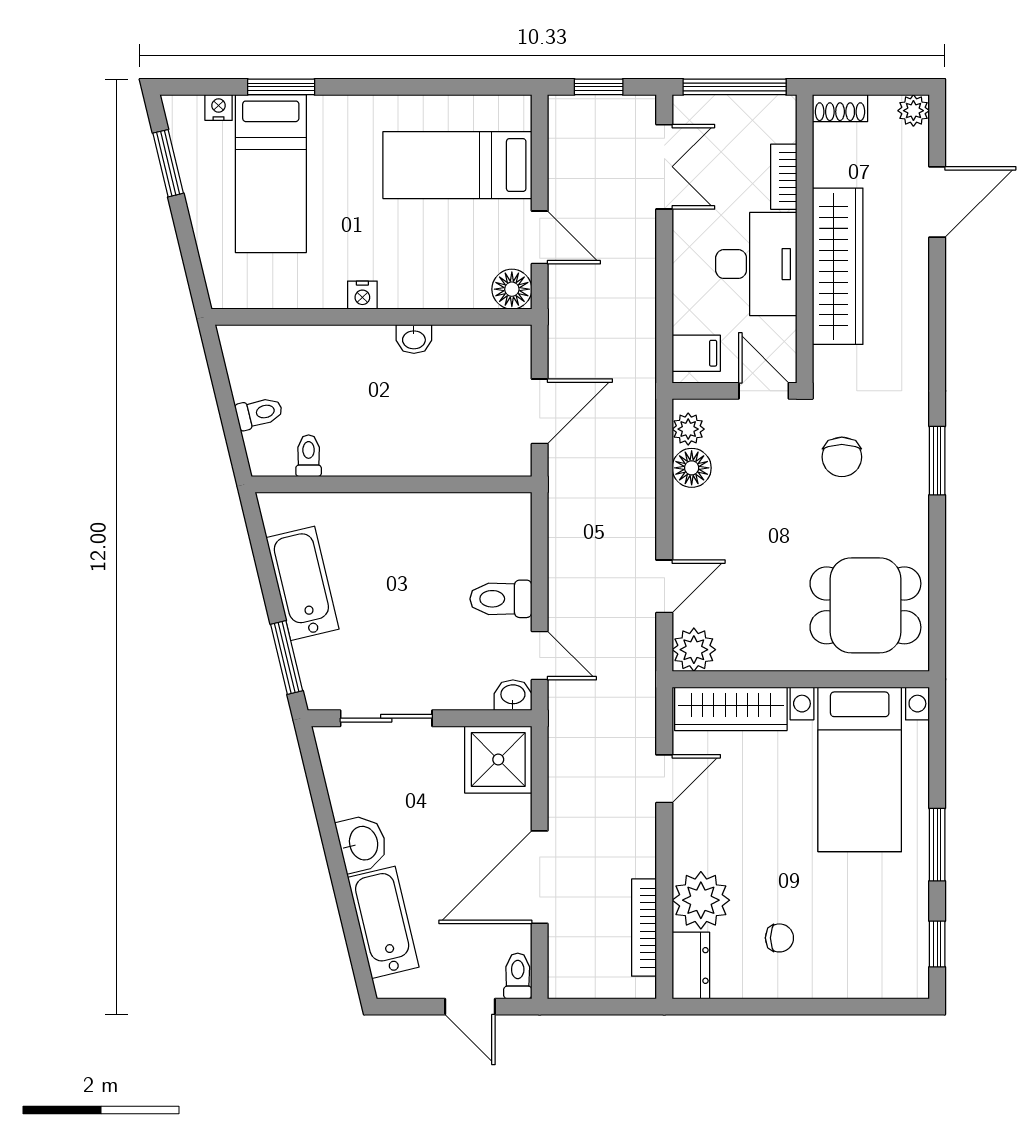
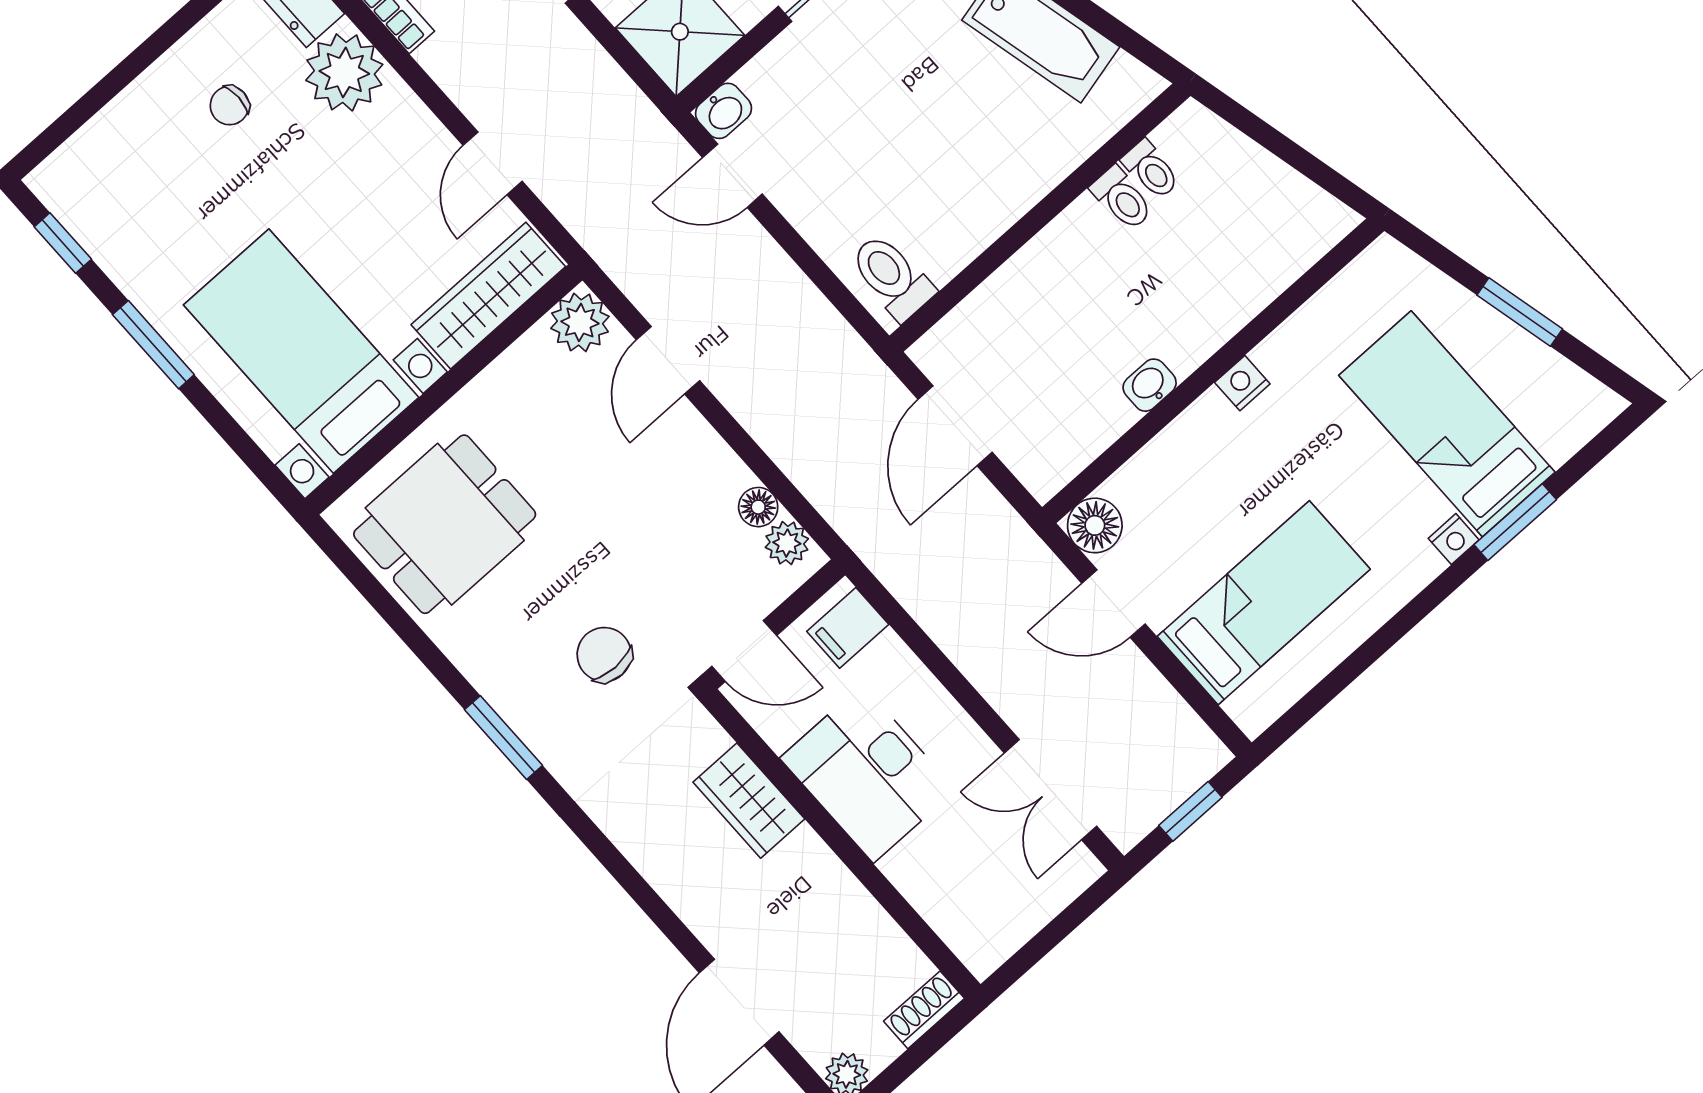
window: (735, 87) -> (1051, 935), removed
nightstand: (219, 108) -> (1454, 539), moved
window: (168, 163) -> (1520, 312), moved
bookcase: (784, 177) -> (919, 888), removed
wardrobe: (838, 266) -> (749, 801), width x0.48, depth x0.85
toilet: (259, 413) -> (1122, 198), moved, turned -77
floor lamp: (692, 468) -> (758, 507), width x0.73, depth x0.73
toilet: (501, 599) -> (892, 277), moved, turned -90

